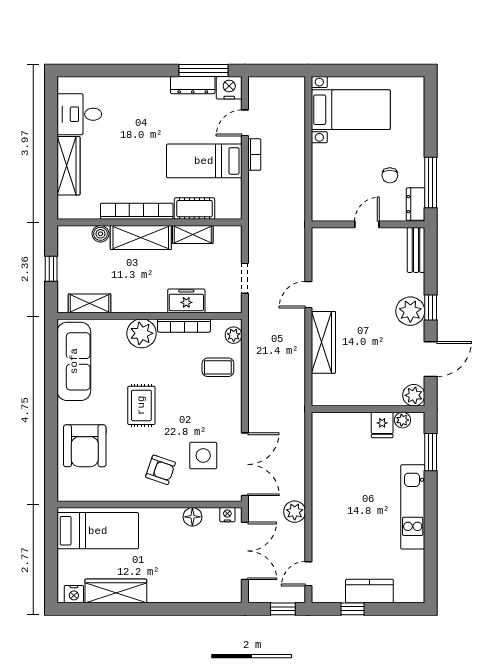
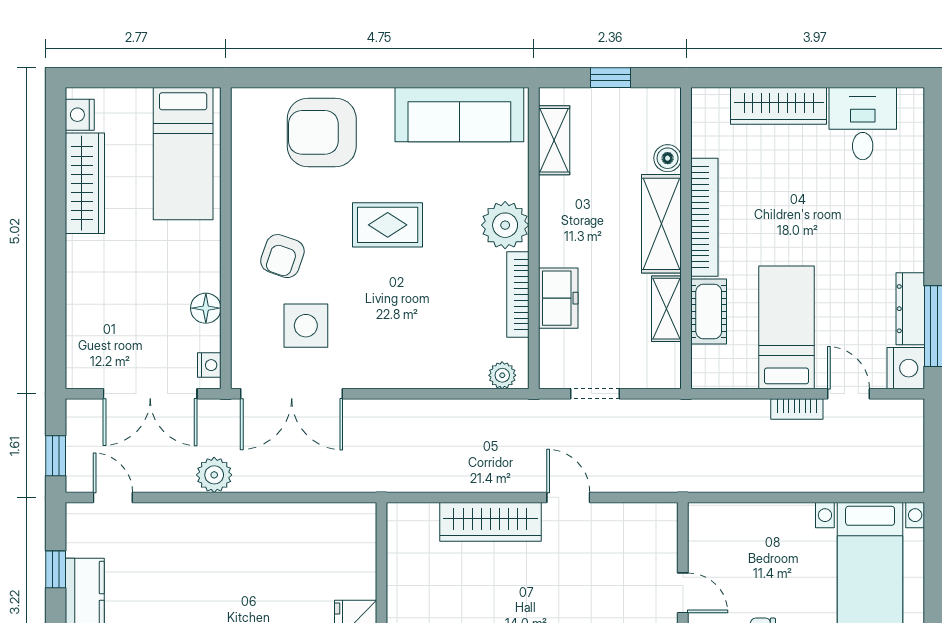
coffee table: (218, 367) -> (450, 350), removed

